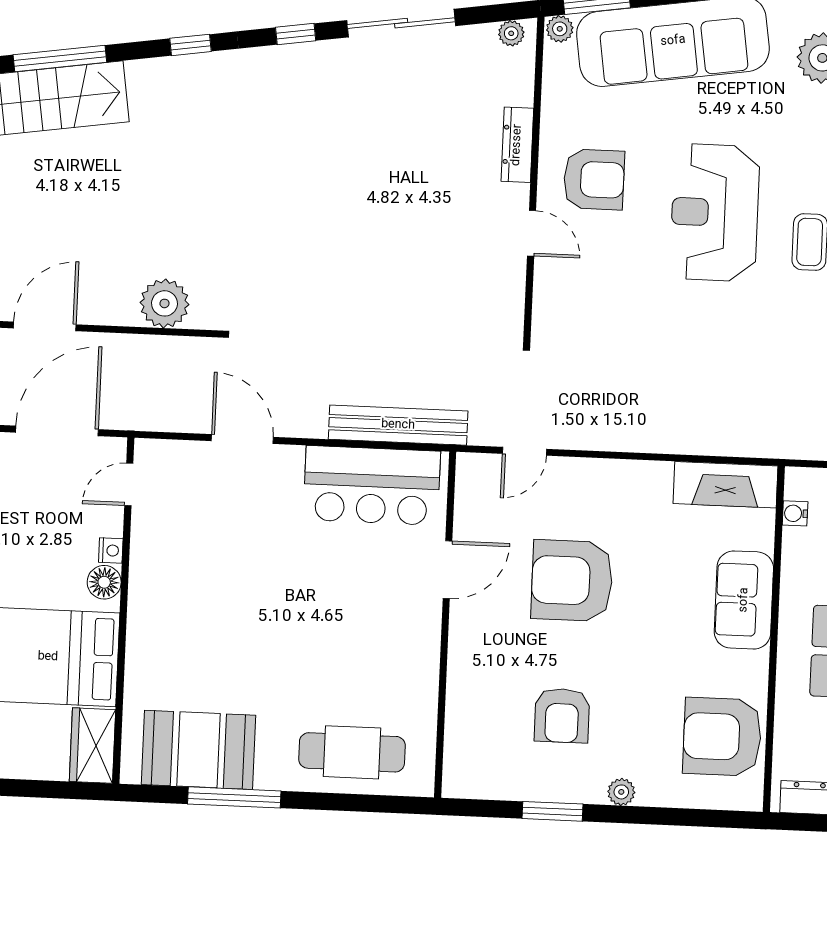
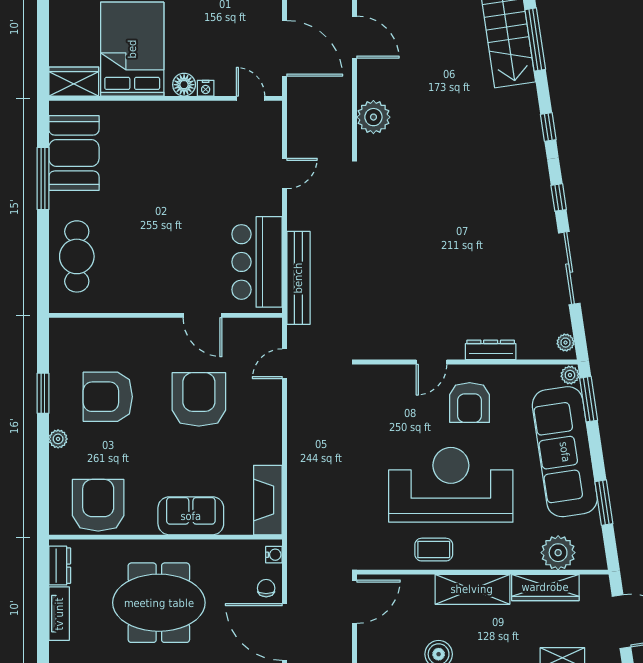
reception desk: (715, 213) -> (451, 485), width x1.36, depth x1.30
door: (242, 439) -> (285, 173), width x0.73
door: (525, 451) -> (285, 364), hinge flipped
water cooler: (795, 513) -> (274, 555), moved, turned 90
armchair: (562, 715) -> (108, 397), width x1.36, depth x1.36

